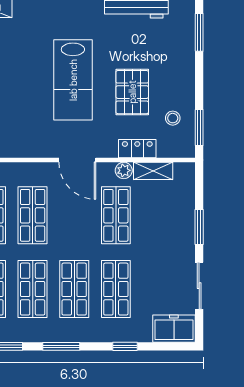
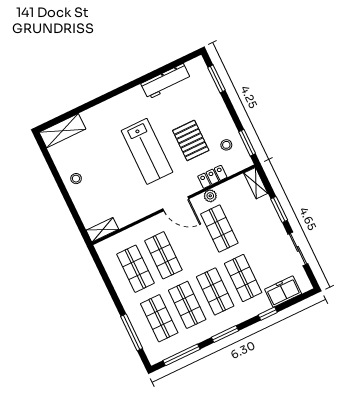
shelving: (153, 171) -> (256, 183), moved, turned 90
freezer: (174, 329) -> (283, 292), moved

